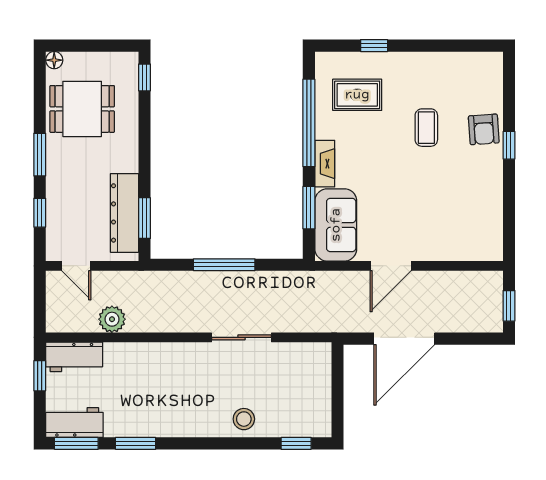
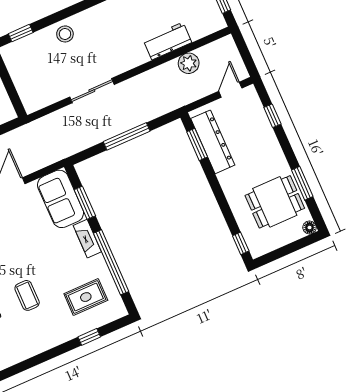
window: (40, 155) -> (302, 183), moved
door: (76, 266) -> (230, 90), hinge flipped
workbench: (74, 357) -> (167, 41), moved

